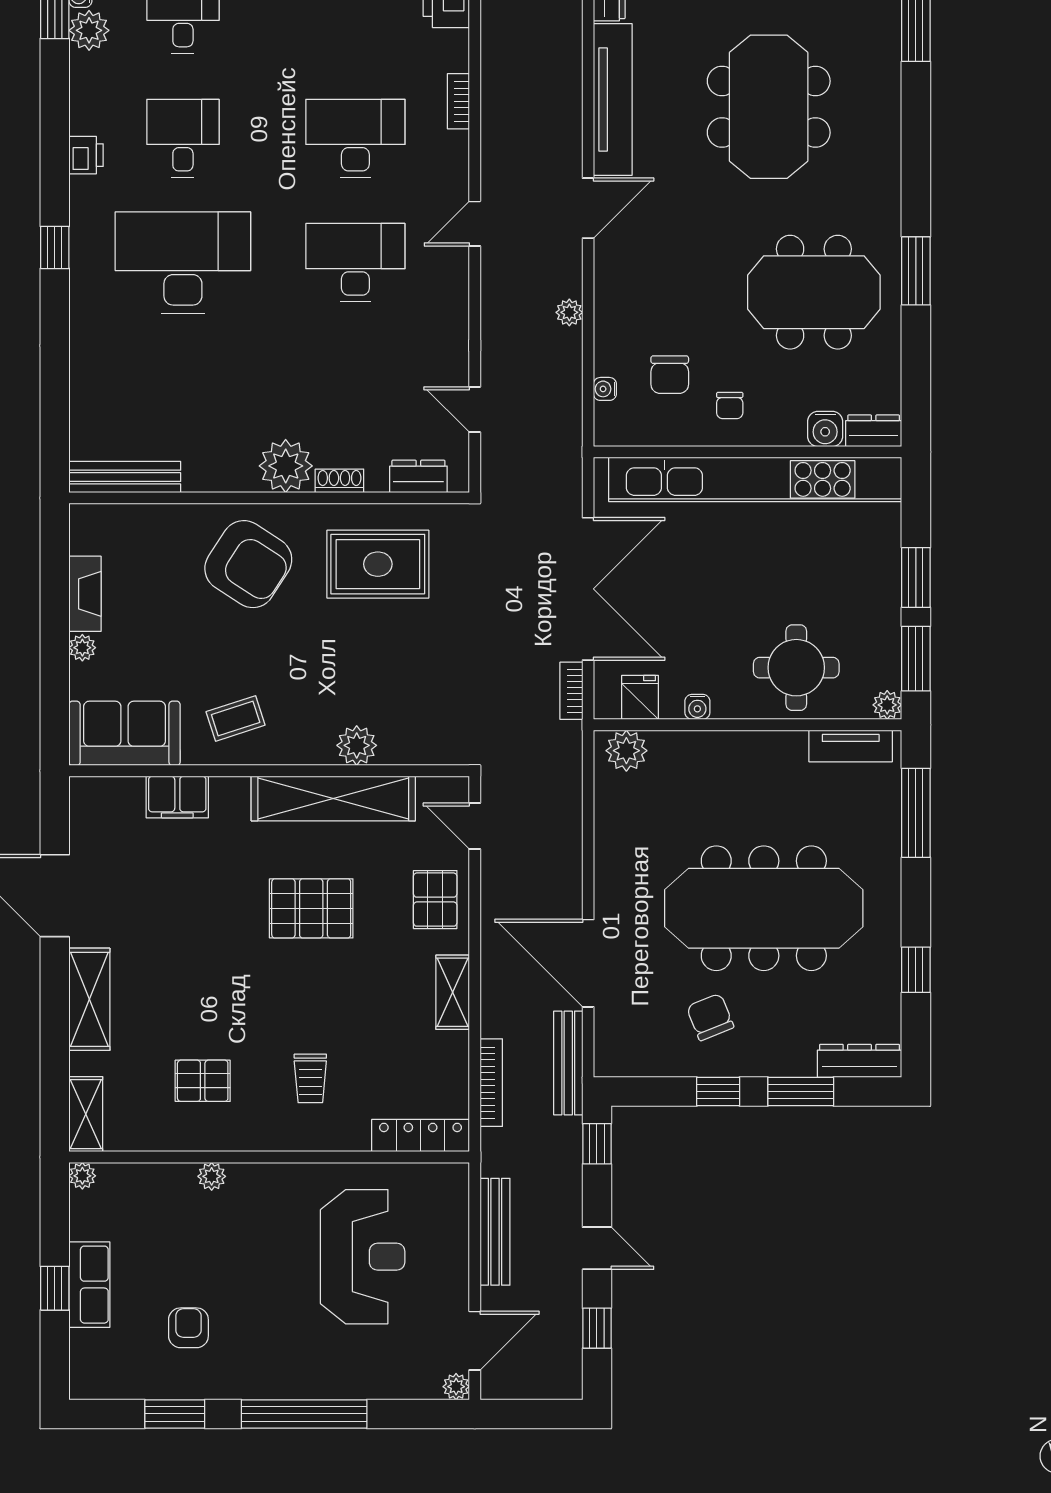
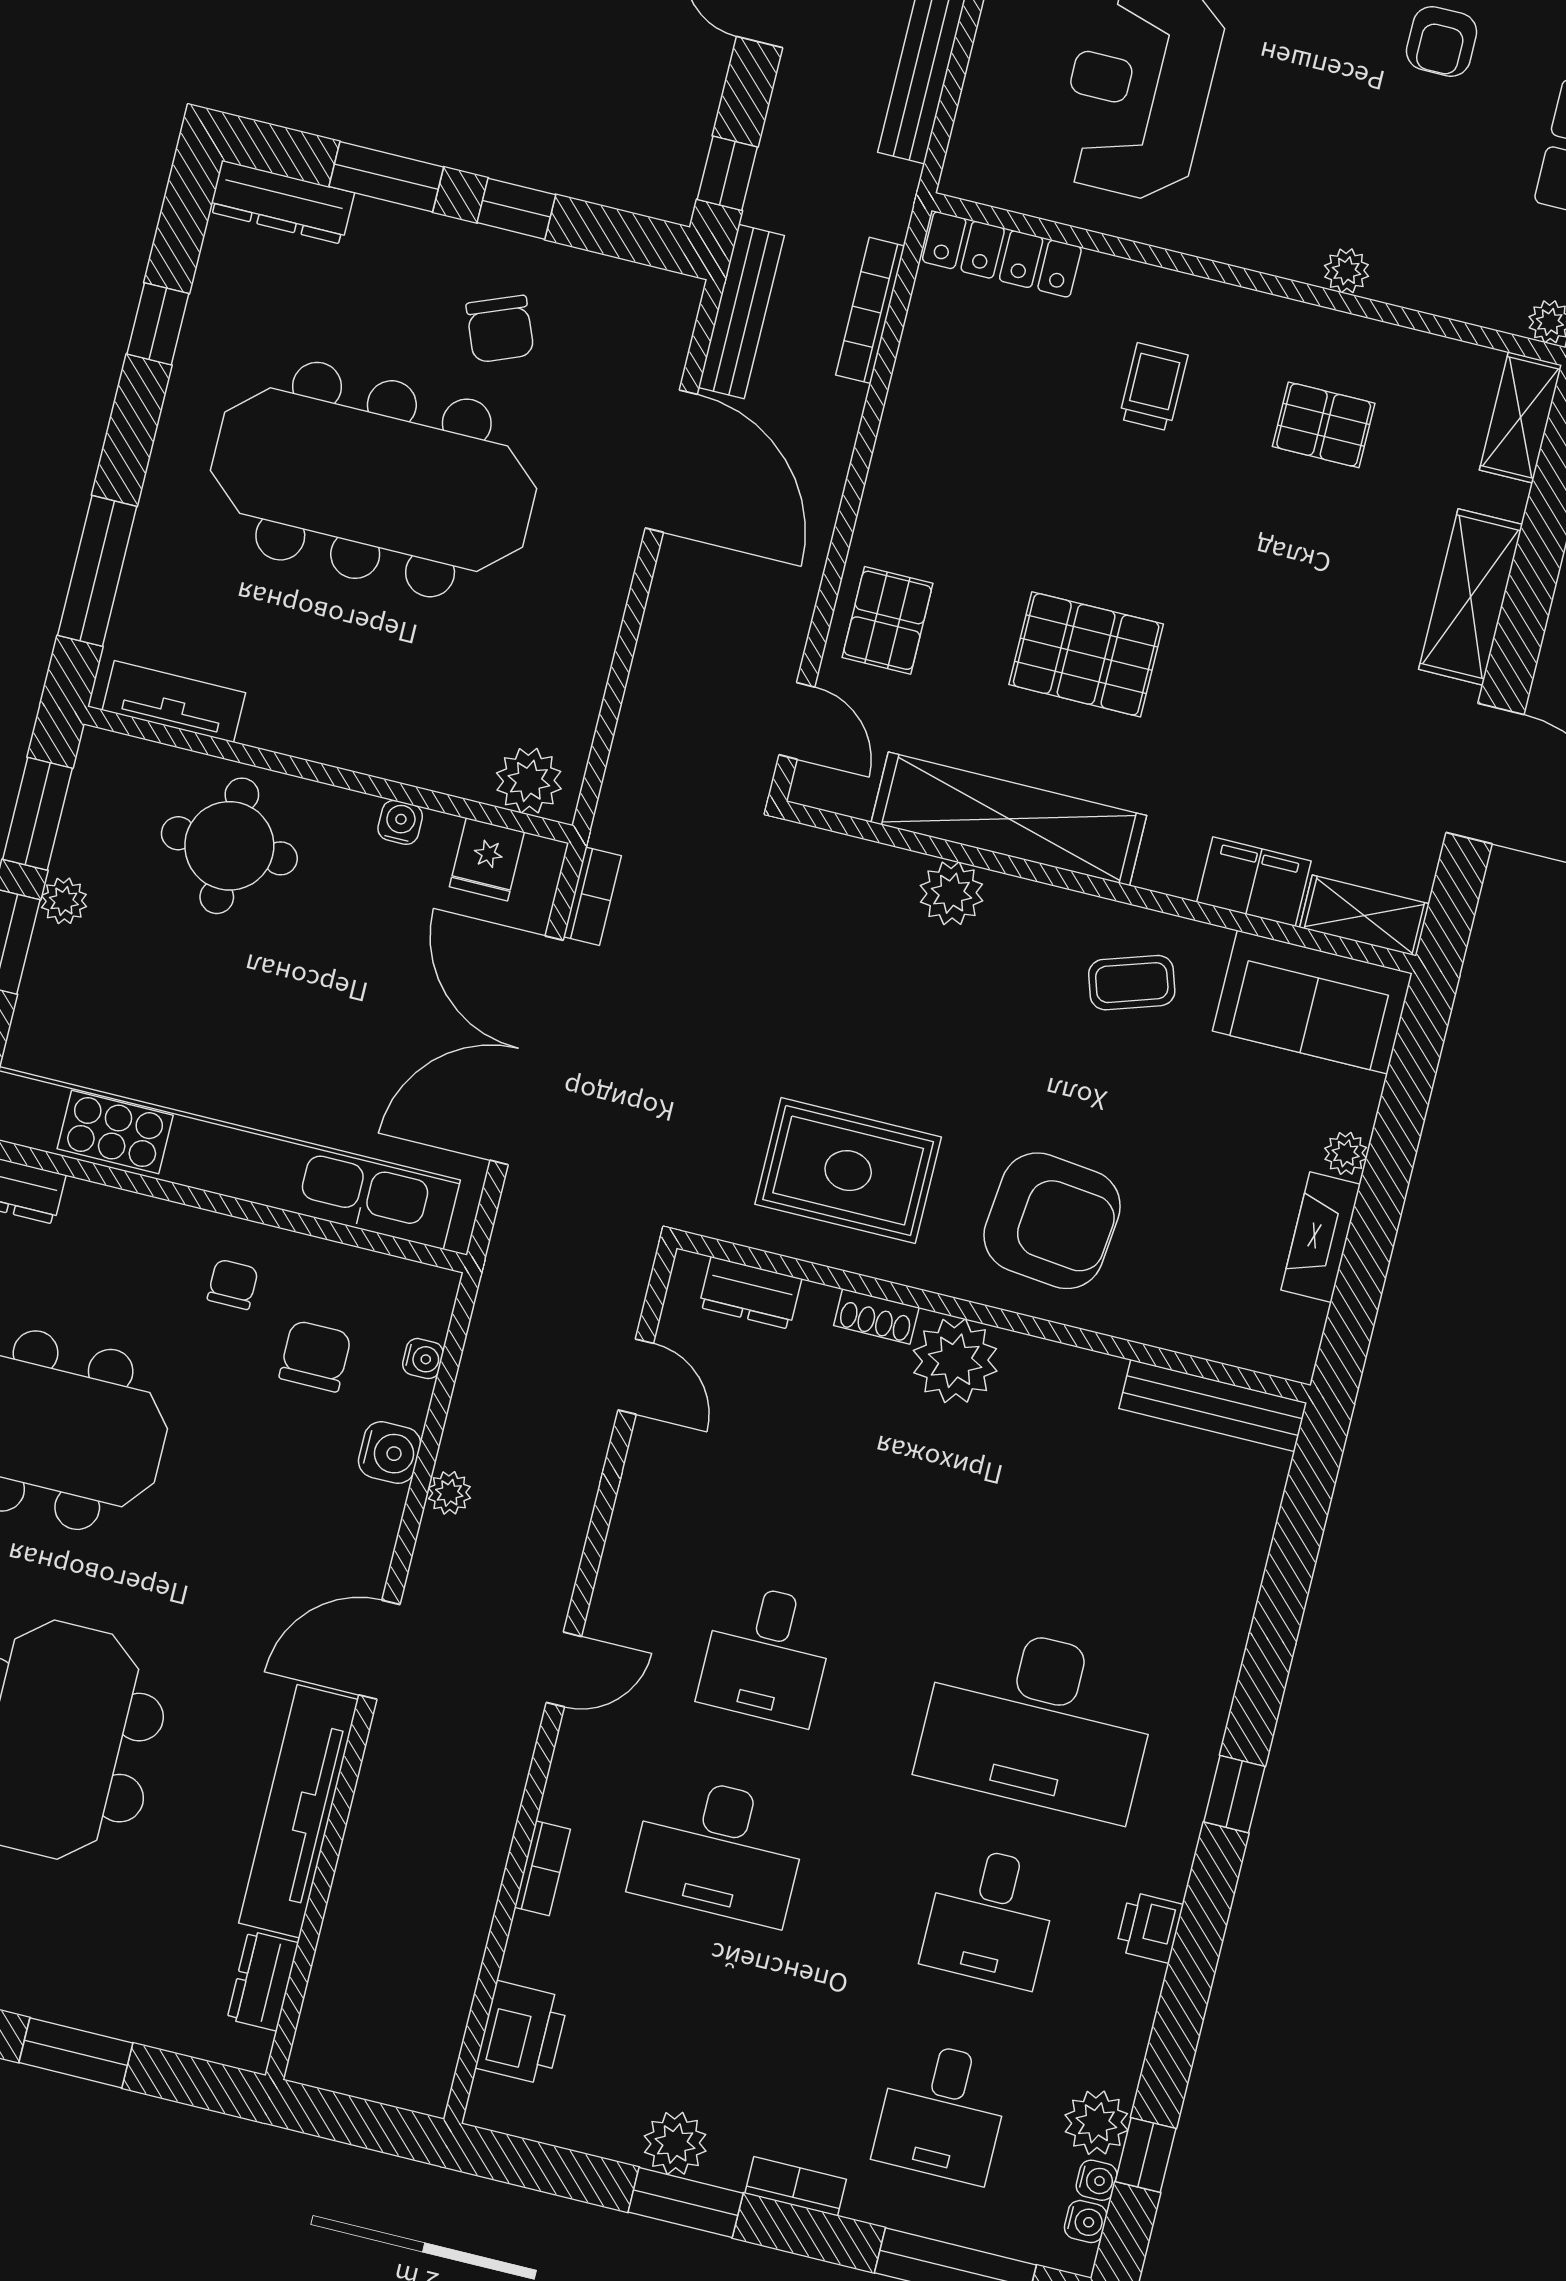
desk: (355, 262) -> (767, 1654), width x0.73
water cooler: (825, 429) -> (390, 1453), moved, turned 90
armchair: (248, 564) -> (1052, 1221), turned 153
plant: (887, 705) -> (64, 901), moved
shelving: (453, 992) -> (1364, 916), moved, turned 90

